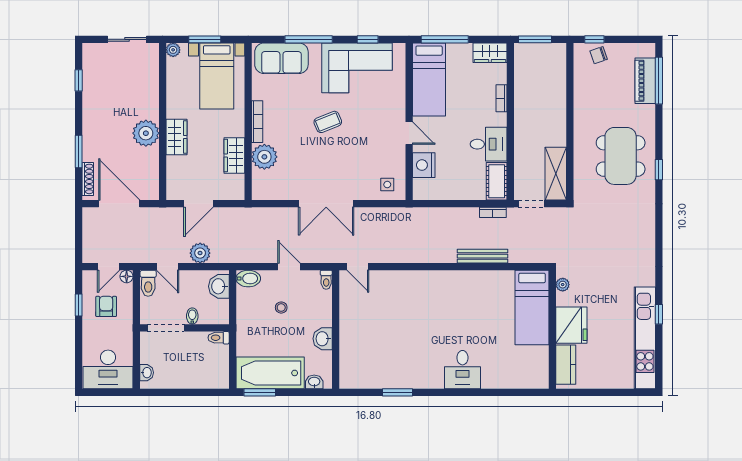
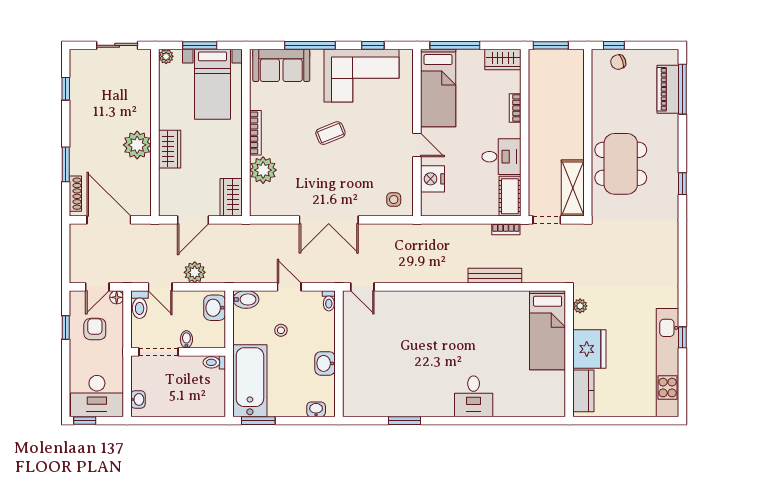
wardrobe: (234, 155) -> (231, 197), moved
dining table: (621, 156) -> (621, 164), moved
bathtub: (270, 373) -> (250, 381), moved, turned 90
window: (97, 392) -> (85, 421), added

